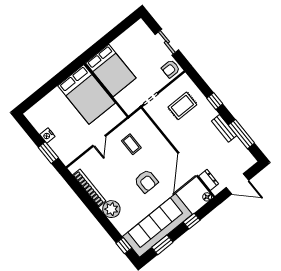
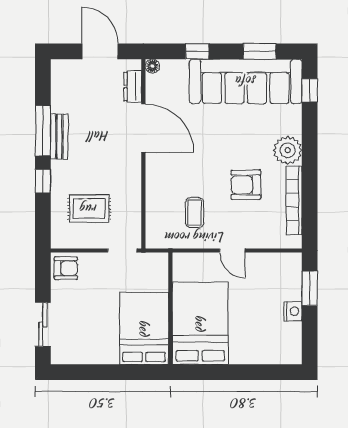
sliding door: (167, 42) -> (43, 324), moved
window: (241, 134) -> (43, 131), moved
door: (99, 141) -> (232, 250), swing flipped
door: (188, 164) -> (143, 128), hinge flipped
armchair: (146, 181) -> (246, 185), moved, turned -90

